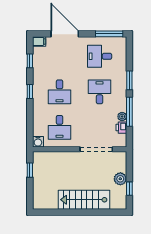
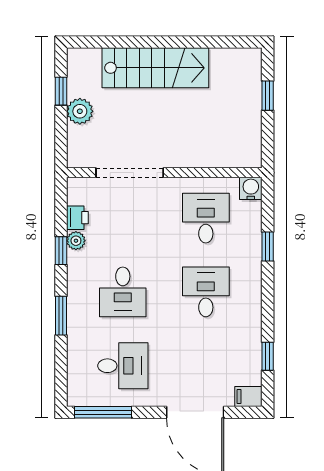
window: (30, 91) -> (268, 247), moved
window: (129, 112) -> (61, 251), width x0.46
window: (30, 170) -> (268, 96), moved

